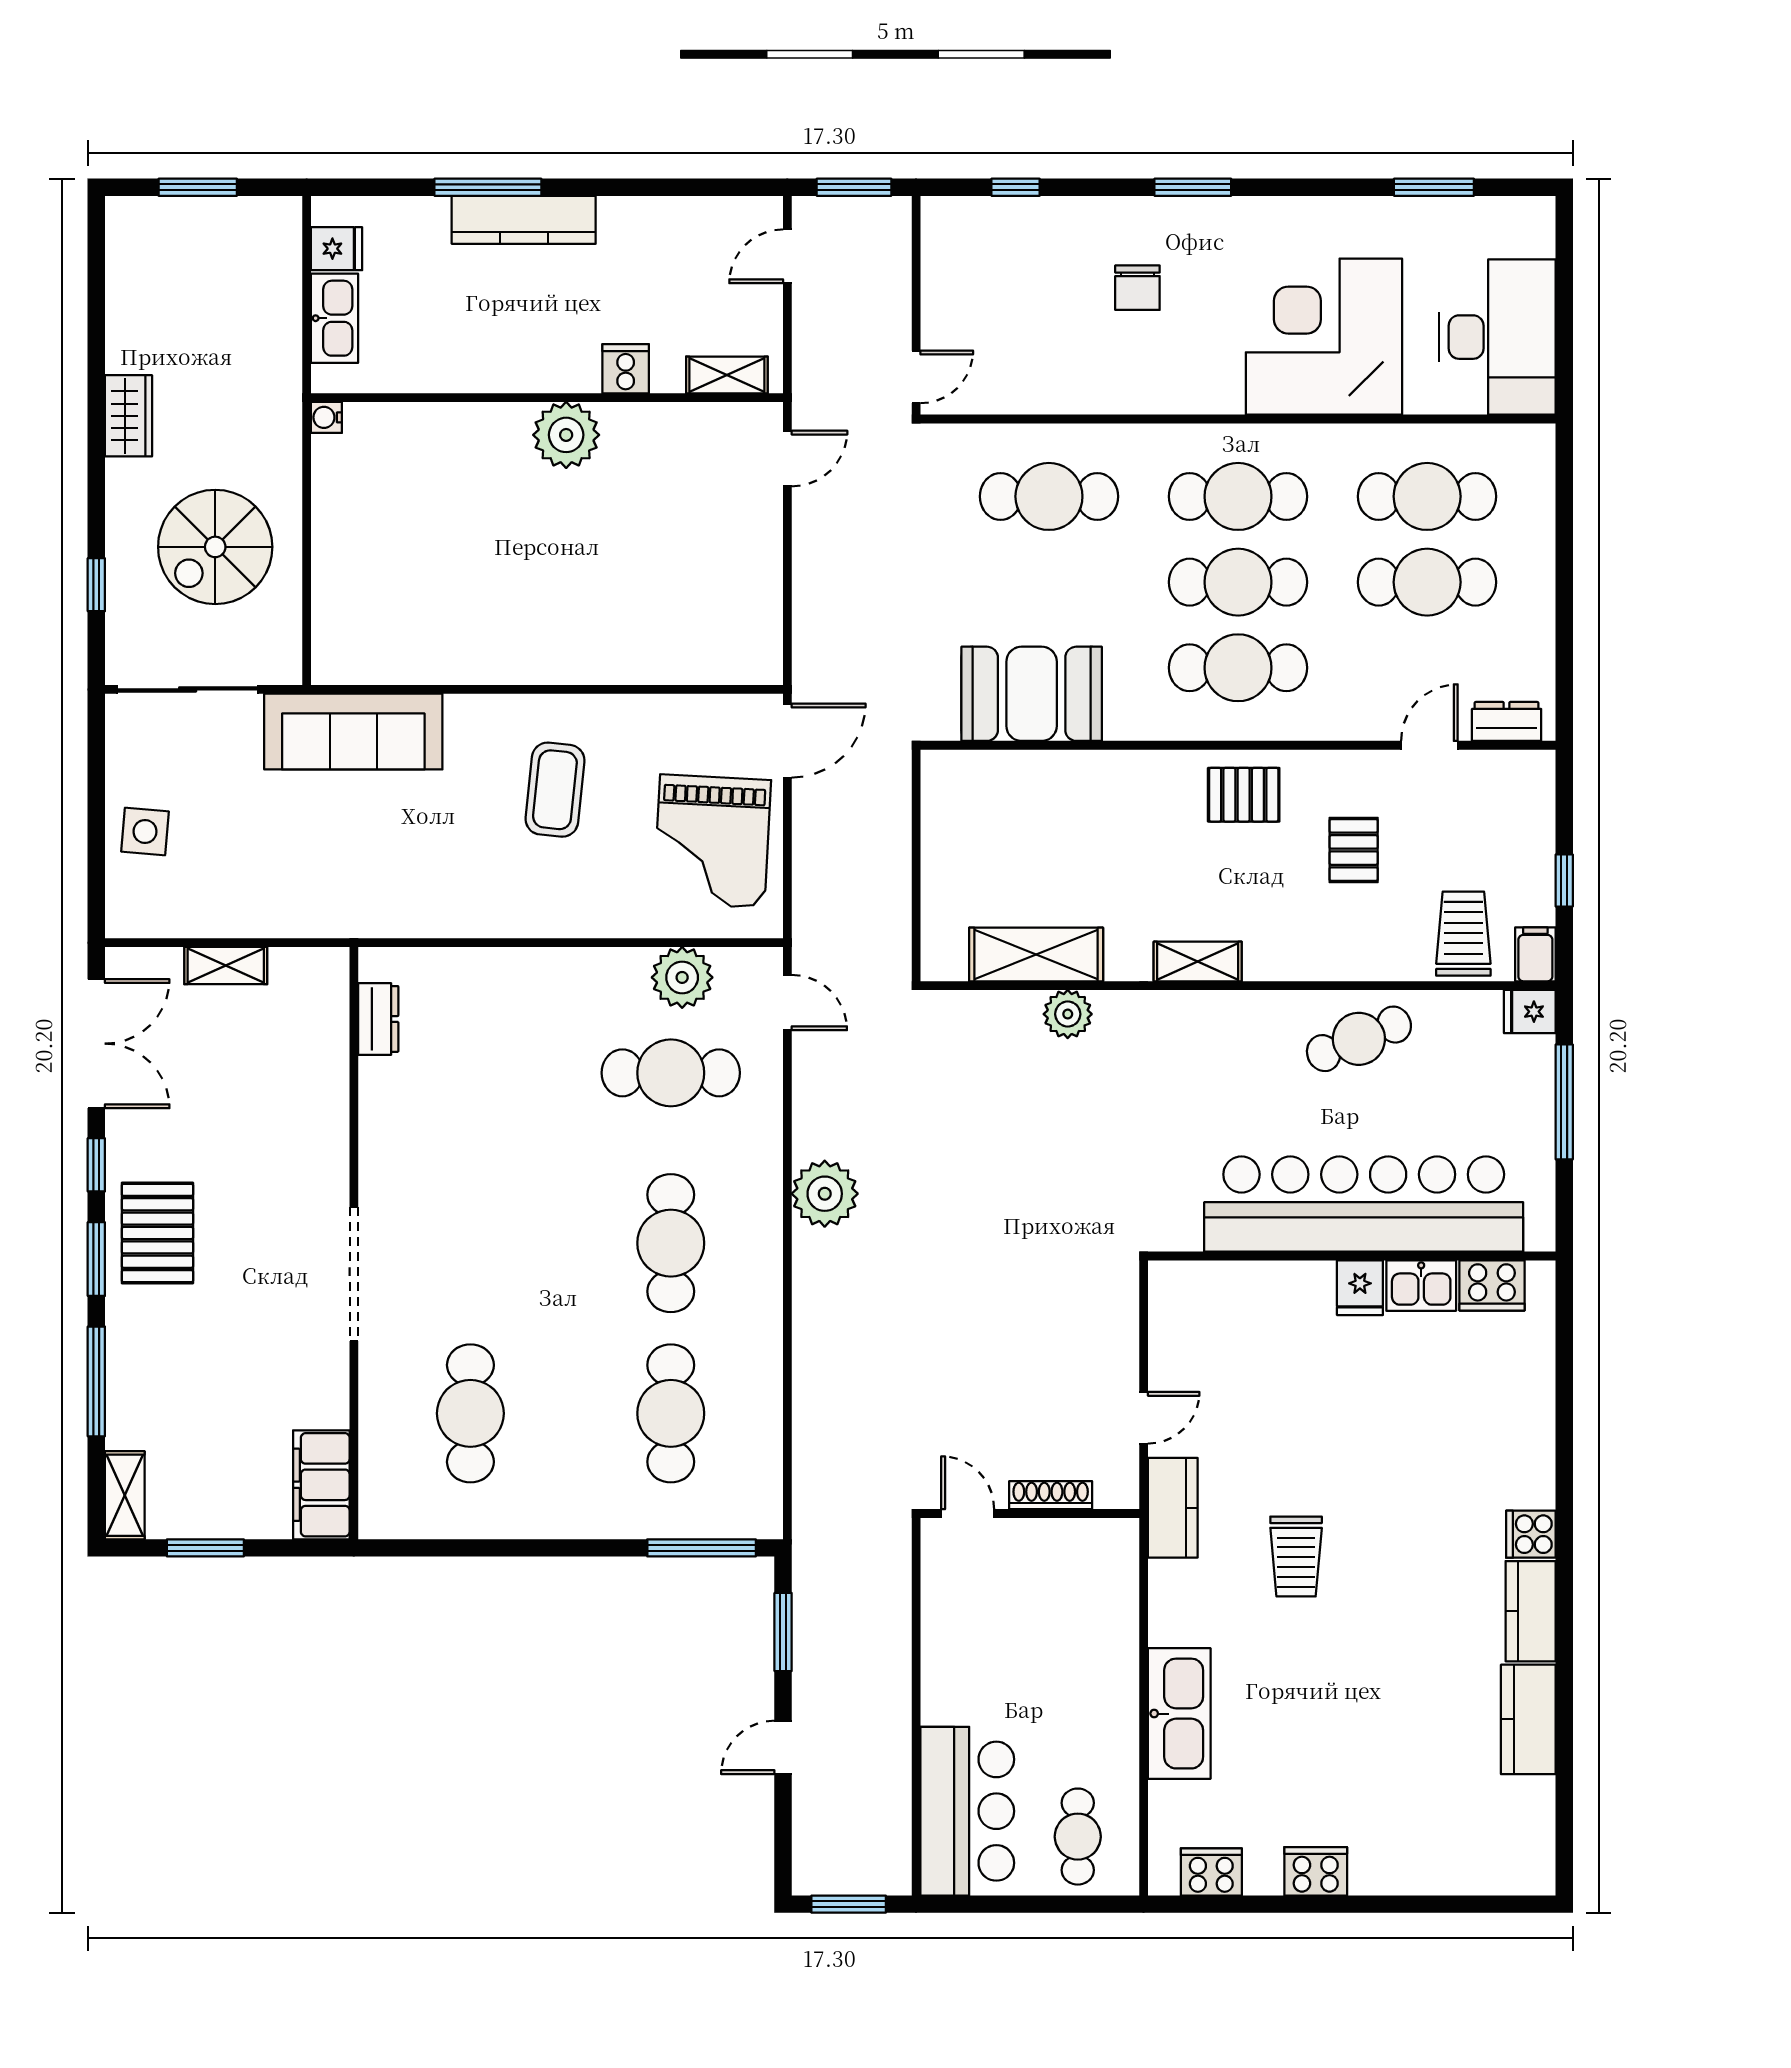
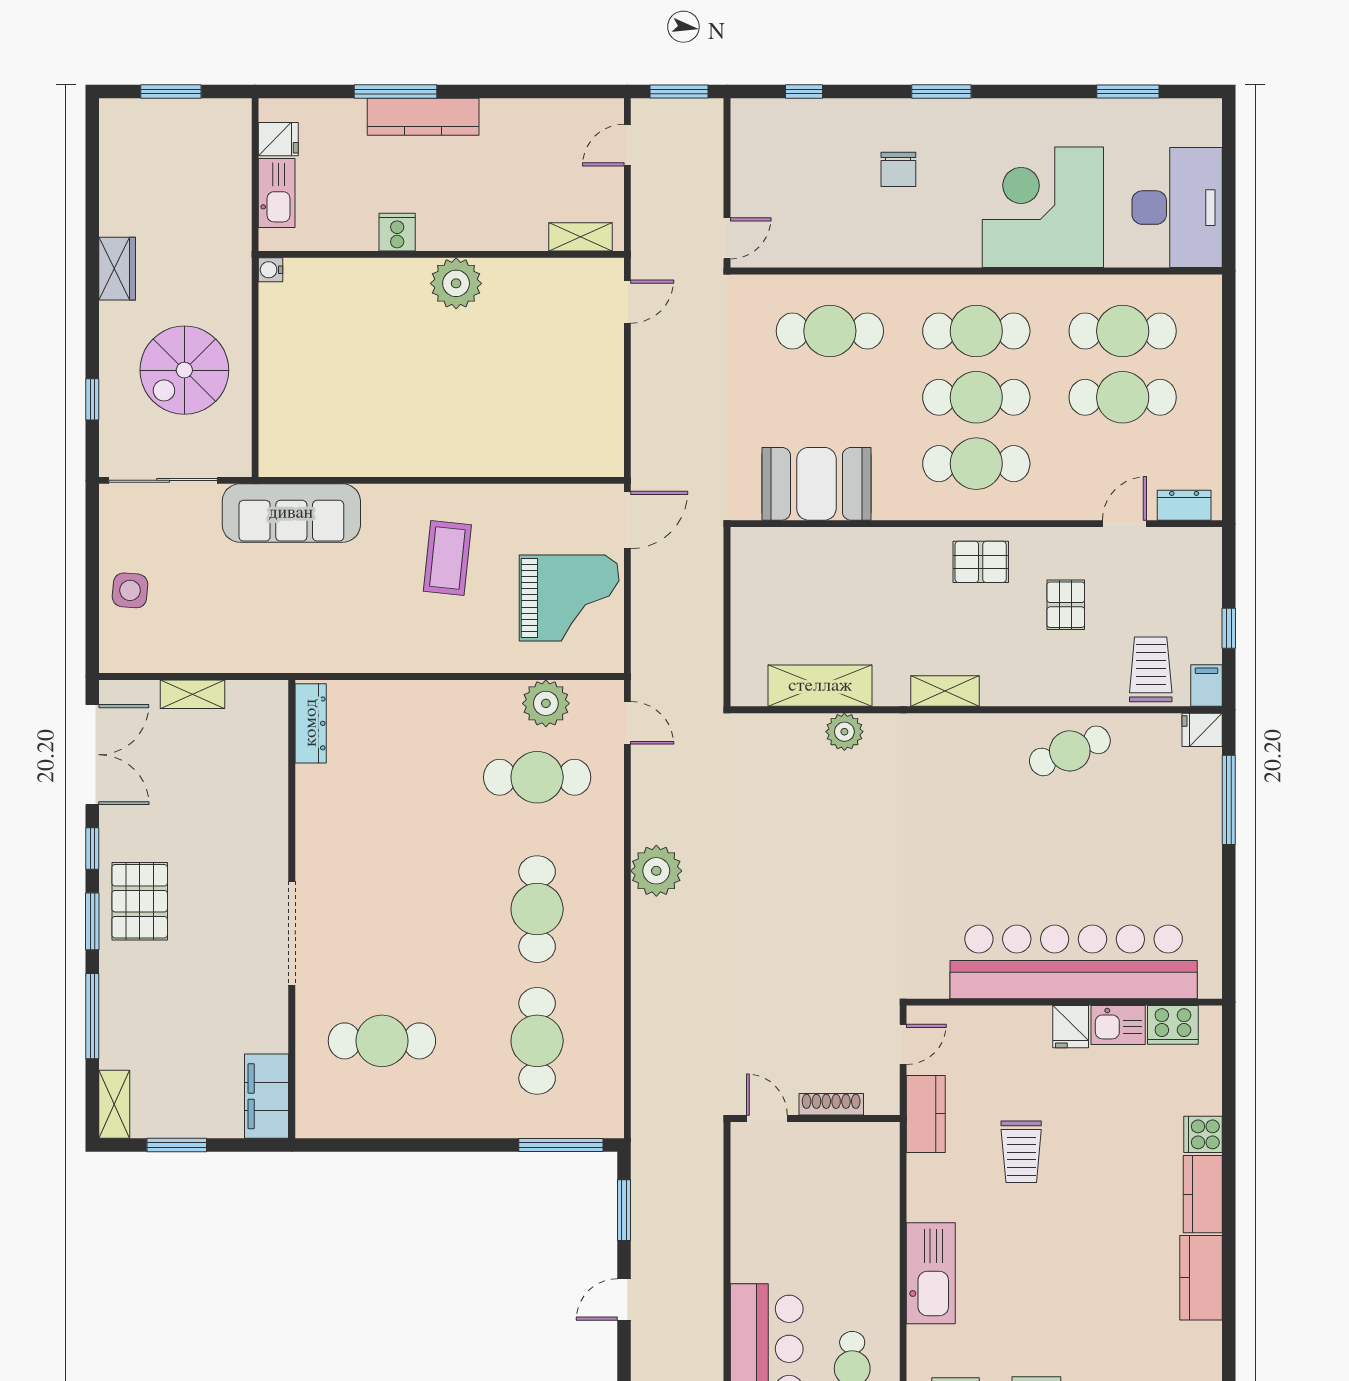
cooker: (626, 369) -> (397, 232), moved
grand piano: (712, 841) -> (569, 598), turned -93
dresser: (378, 1019) -> (311, 723), width x1.44
bar counter: (1364, 1204) -> (1074, 962), moved
wall: (1352, 1256) -> (1064, 1002), moved
cooker: (1492, 1285) -> (1173, 1025), moved
kitchen sink: (1421, 1286) -> (1118, 1025), moved
fridge: (1360, 1288) -> (1071, 1027), moved
cafe table: (470, 1413) -> (382, 1041), turned 90

